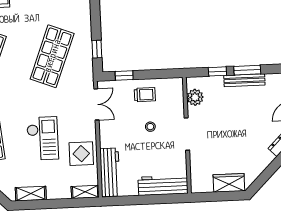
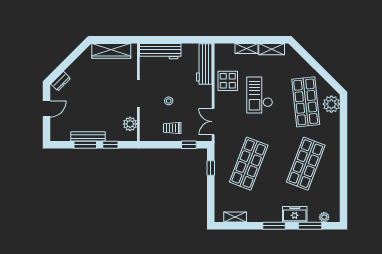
wardrobe: (229, 183) -> (111, 51), width x1.50
shelving: (85, 192) -> (246, 49), moved

